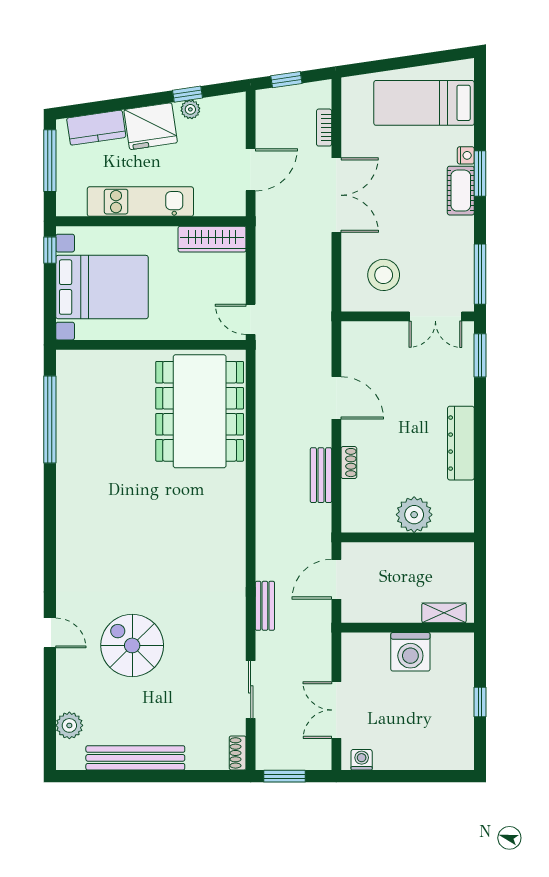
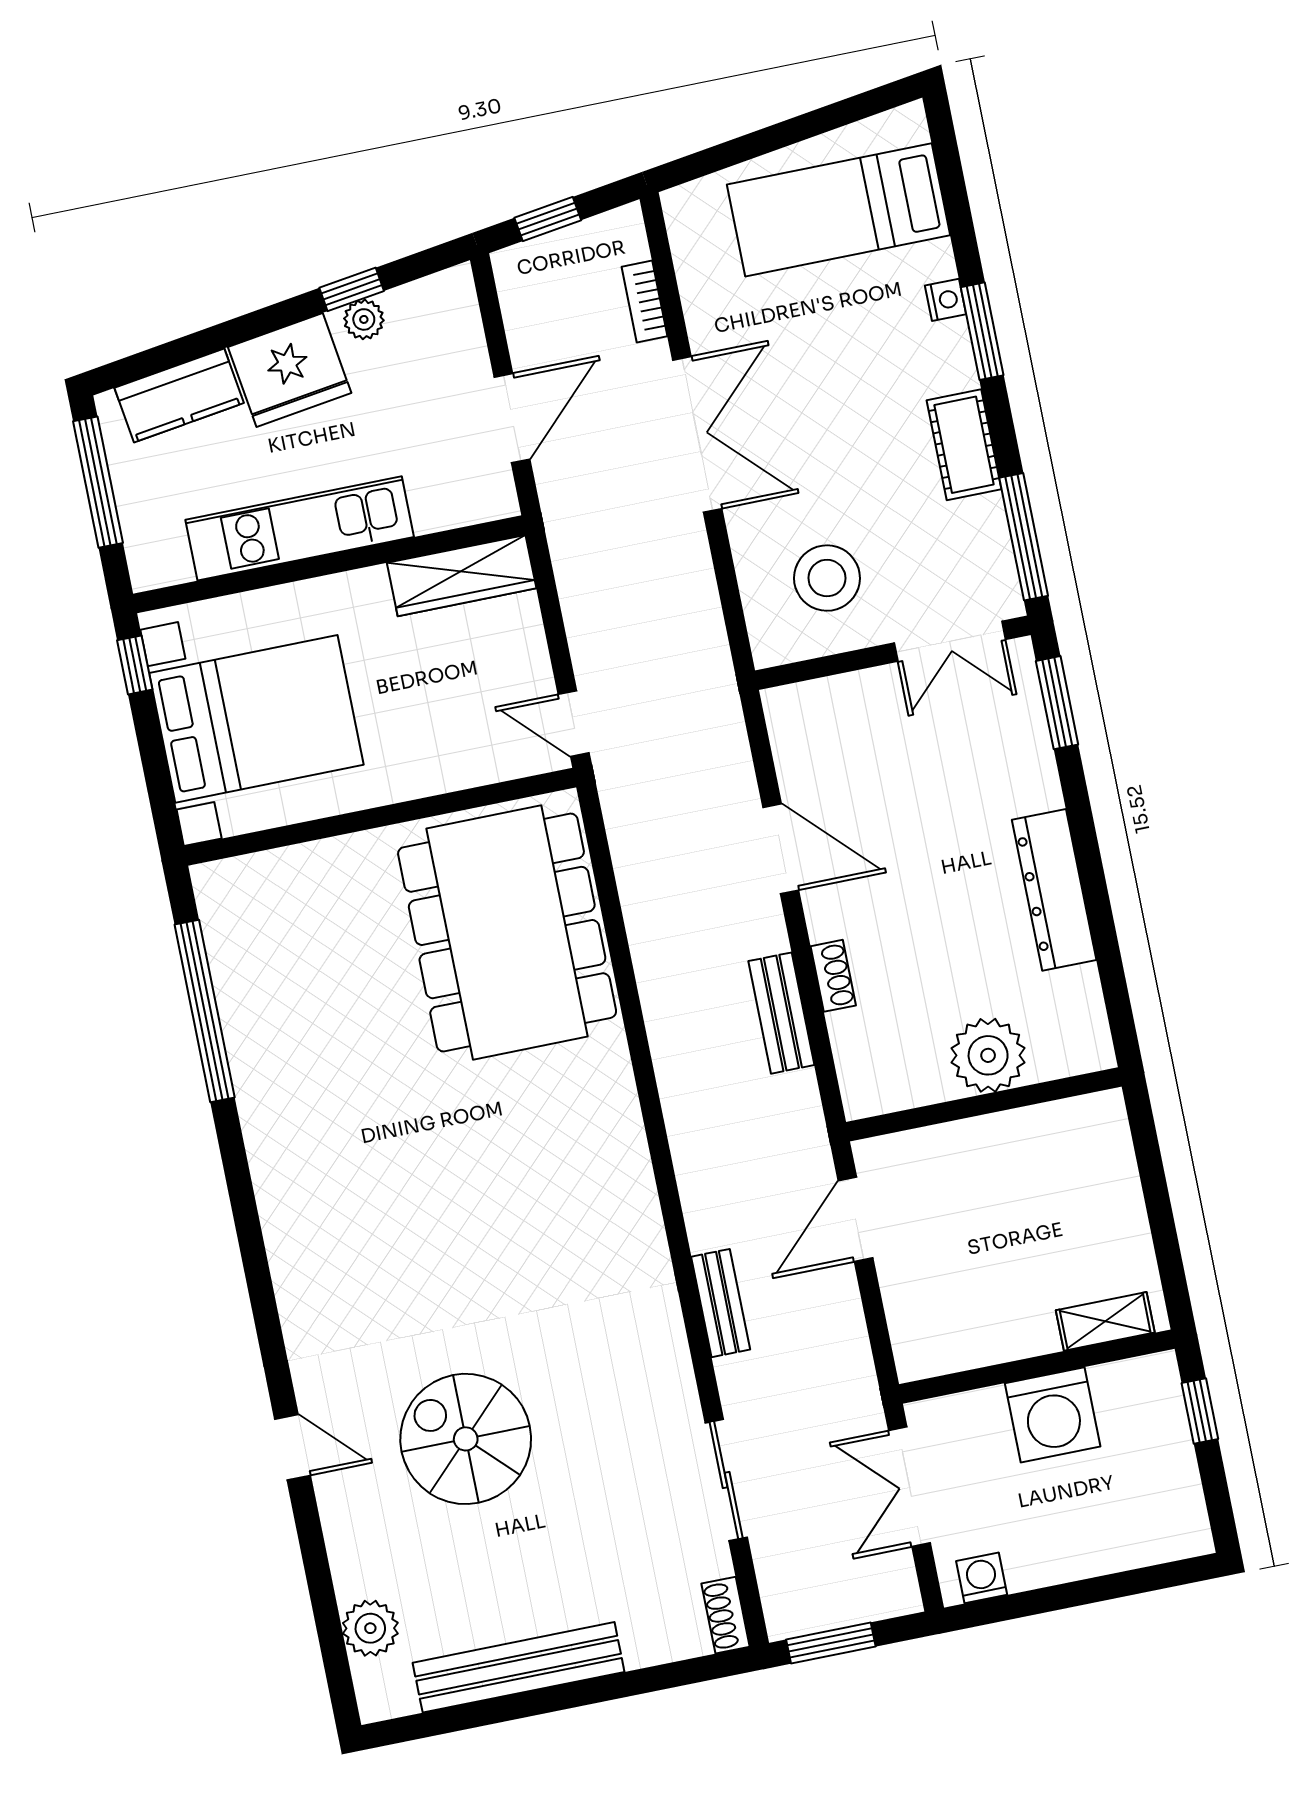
cot: (461, 191) -> (964, 445), moved
shelving: (444, 613) -> (1105, 1321), moved
wall: (408, 628) -> (1037, 1367), moved
washing machine: (410, 652) -> (1053, 1415), moved

